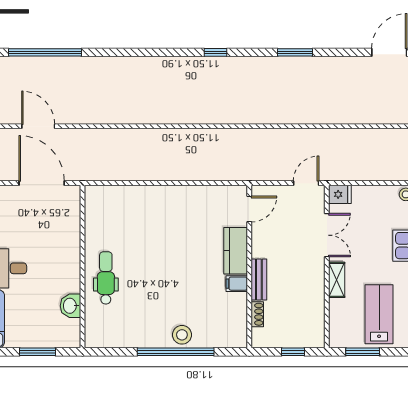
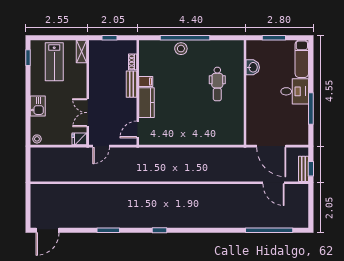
dental chair: (106, 278) -> (217, 84), moved
shelving: (337, 280) -> (81, 52), moved
window: (363, 352) -> (65, 38), removed

